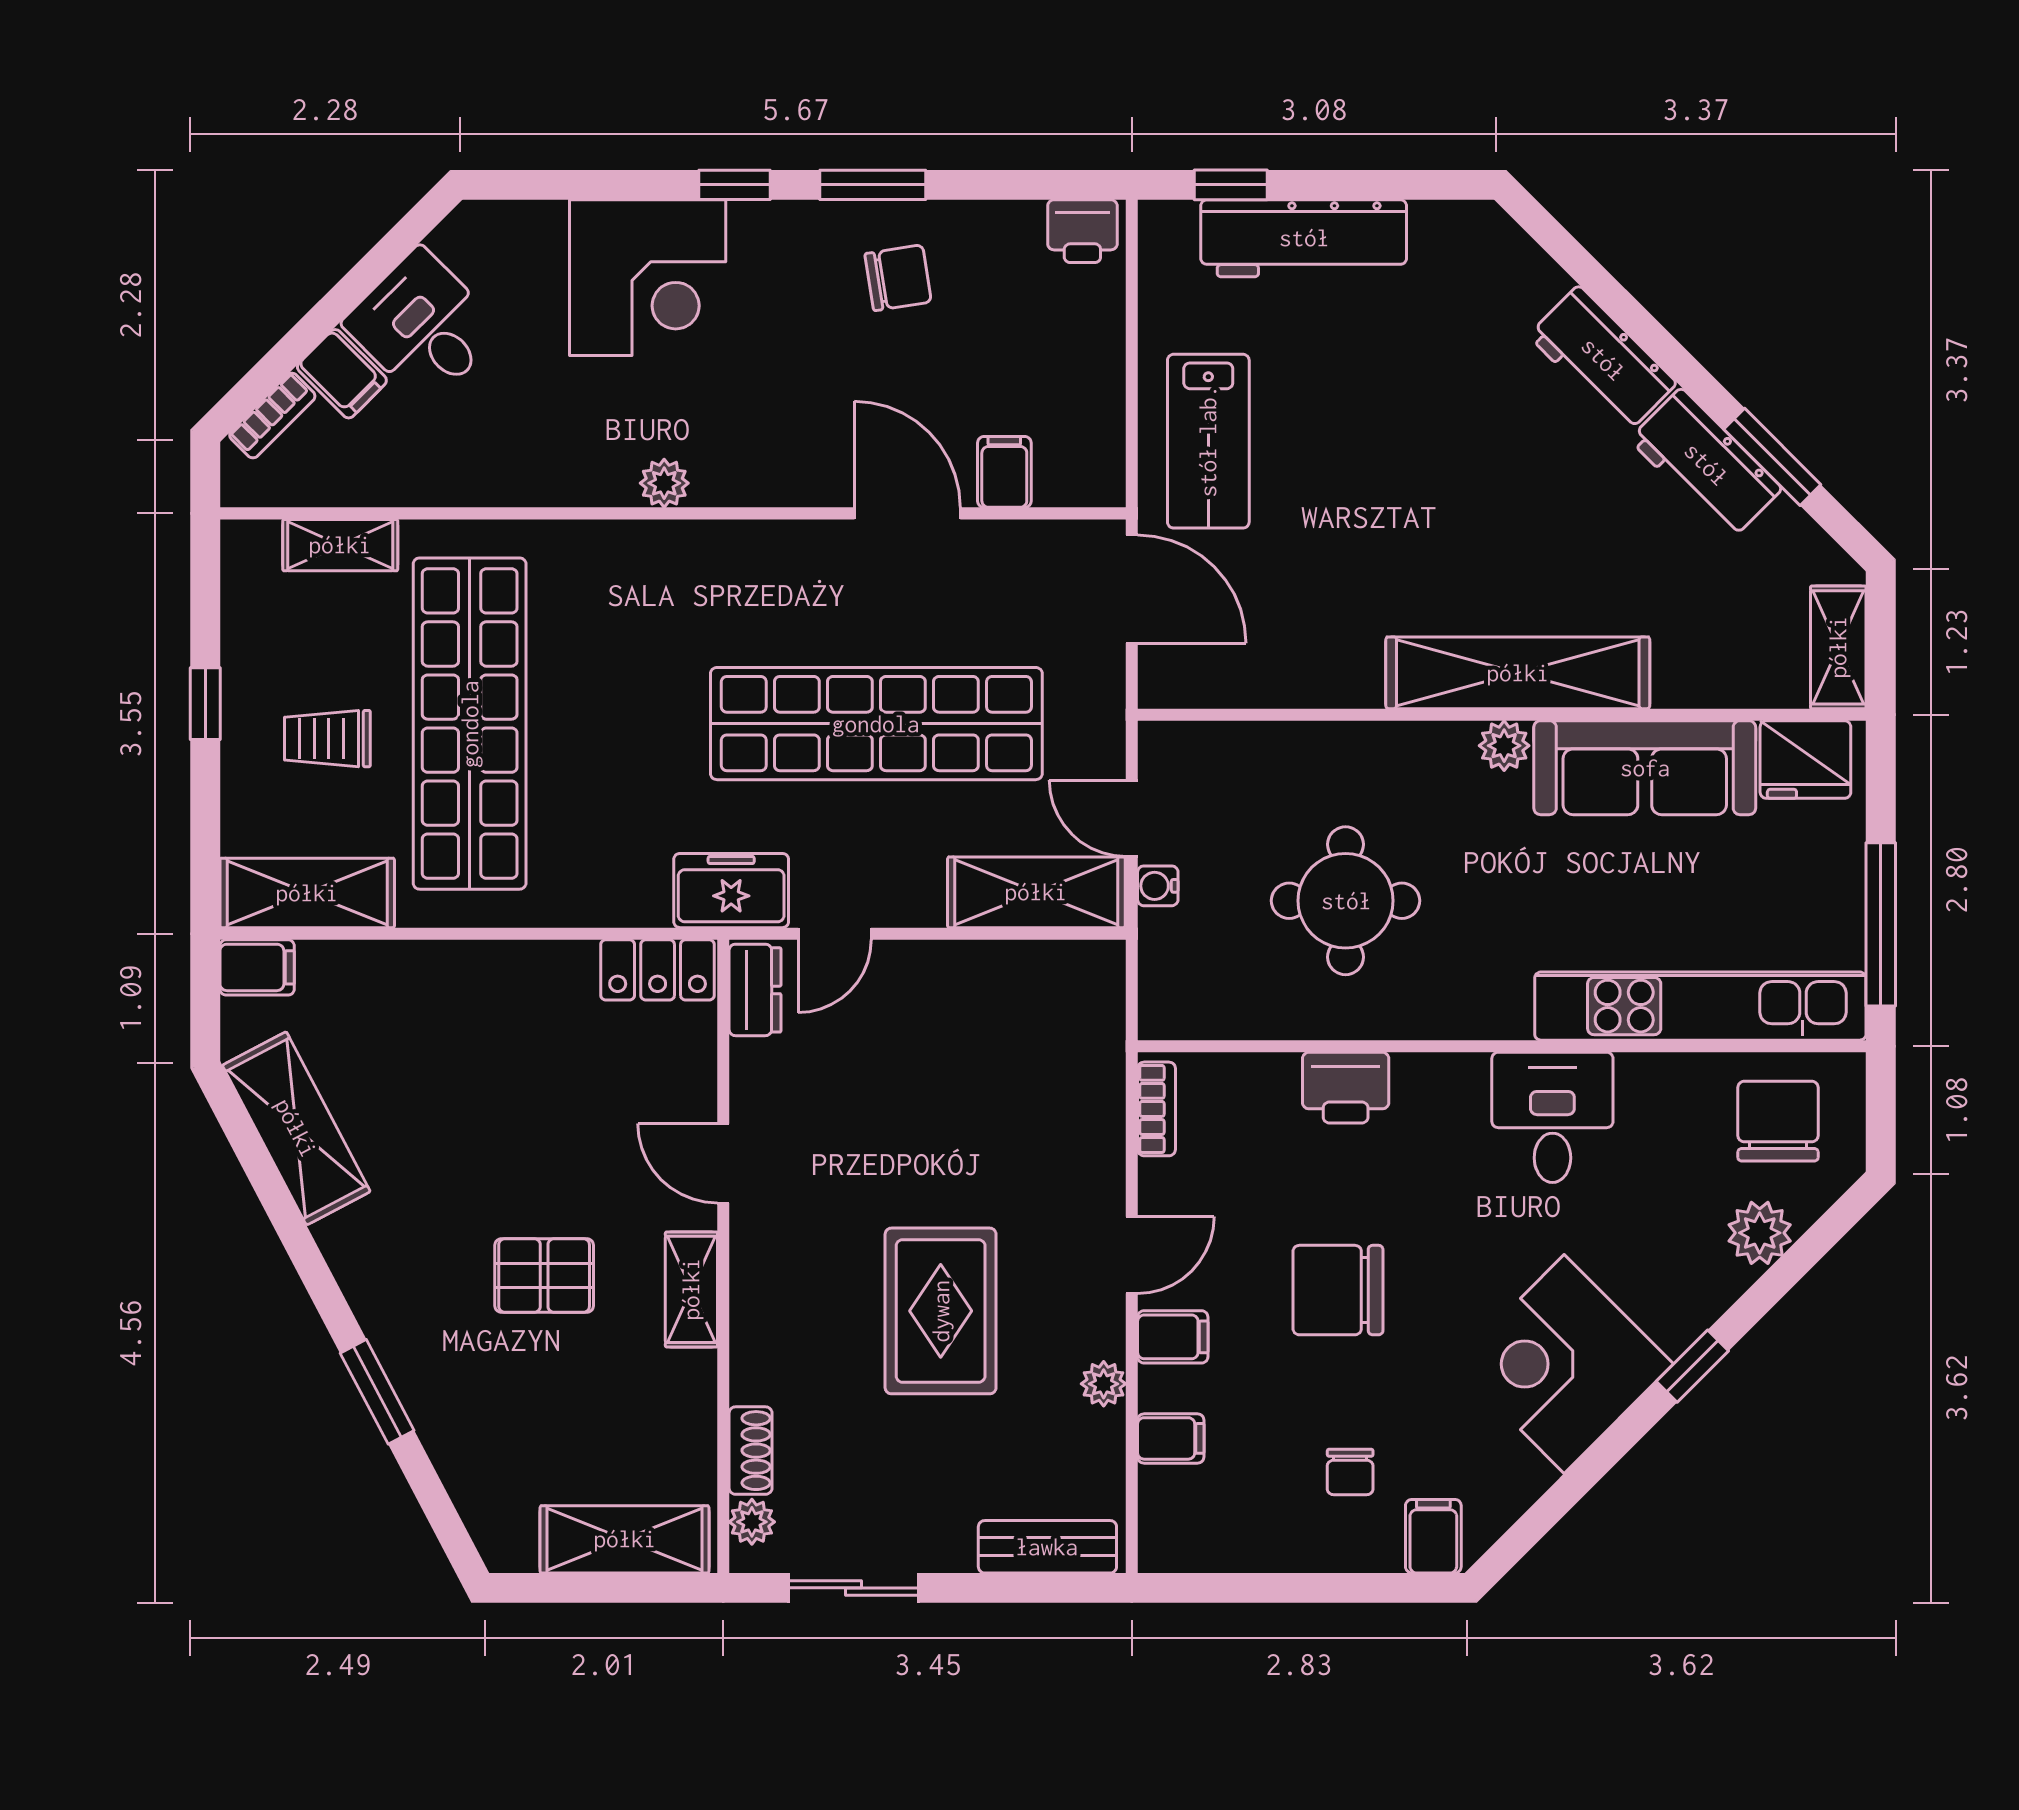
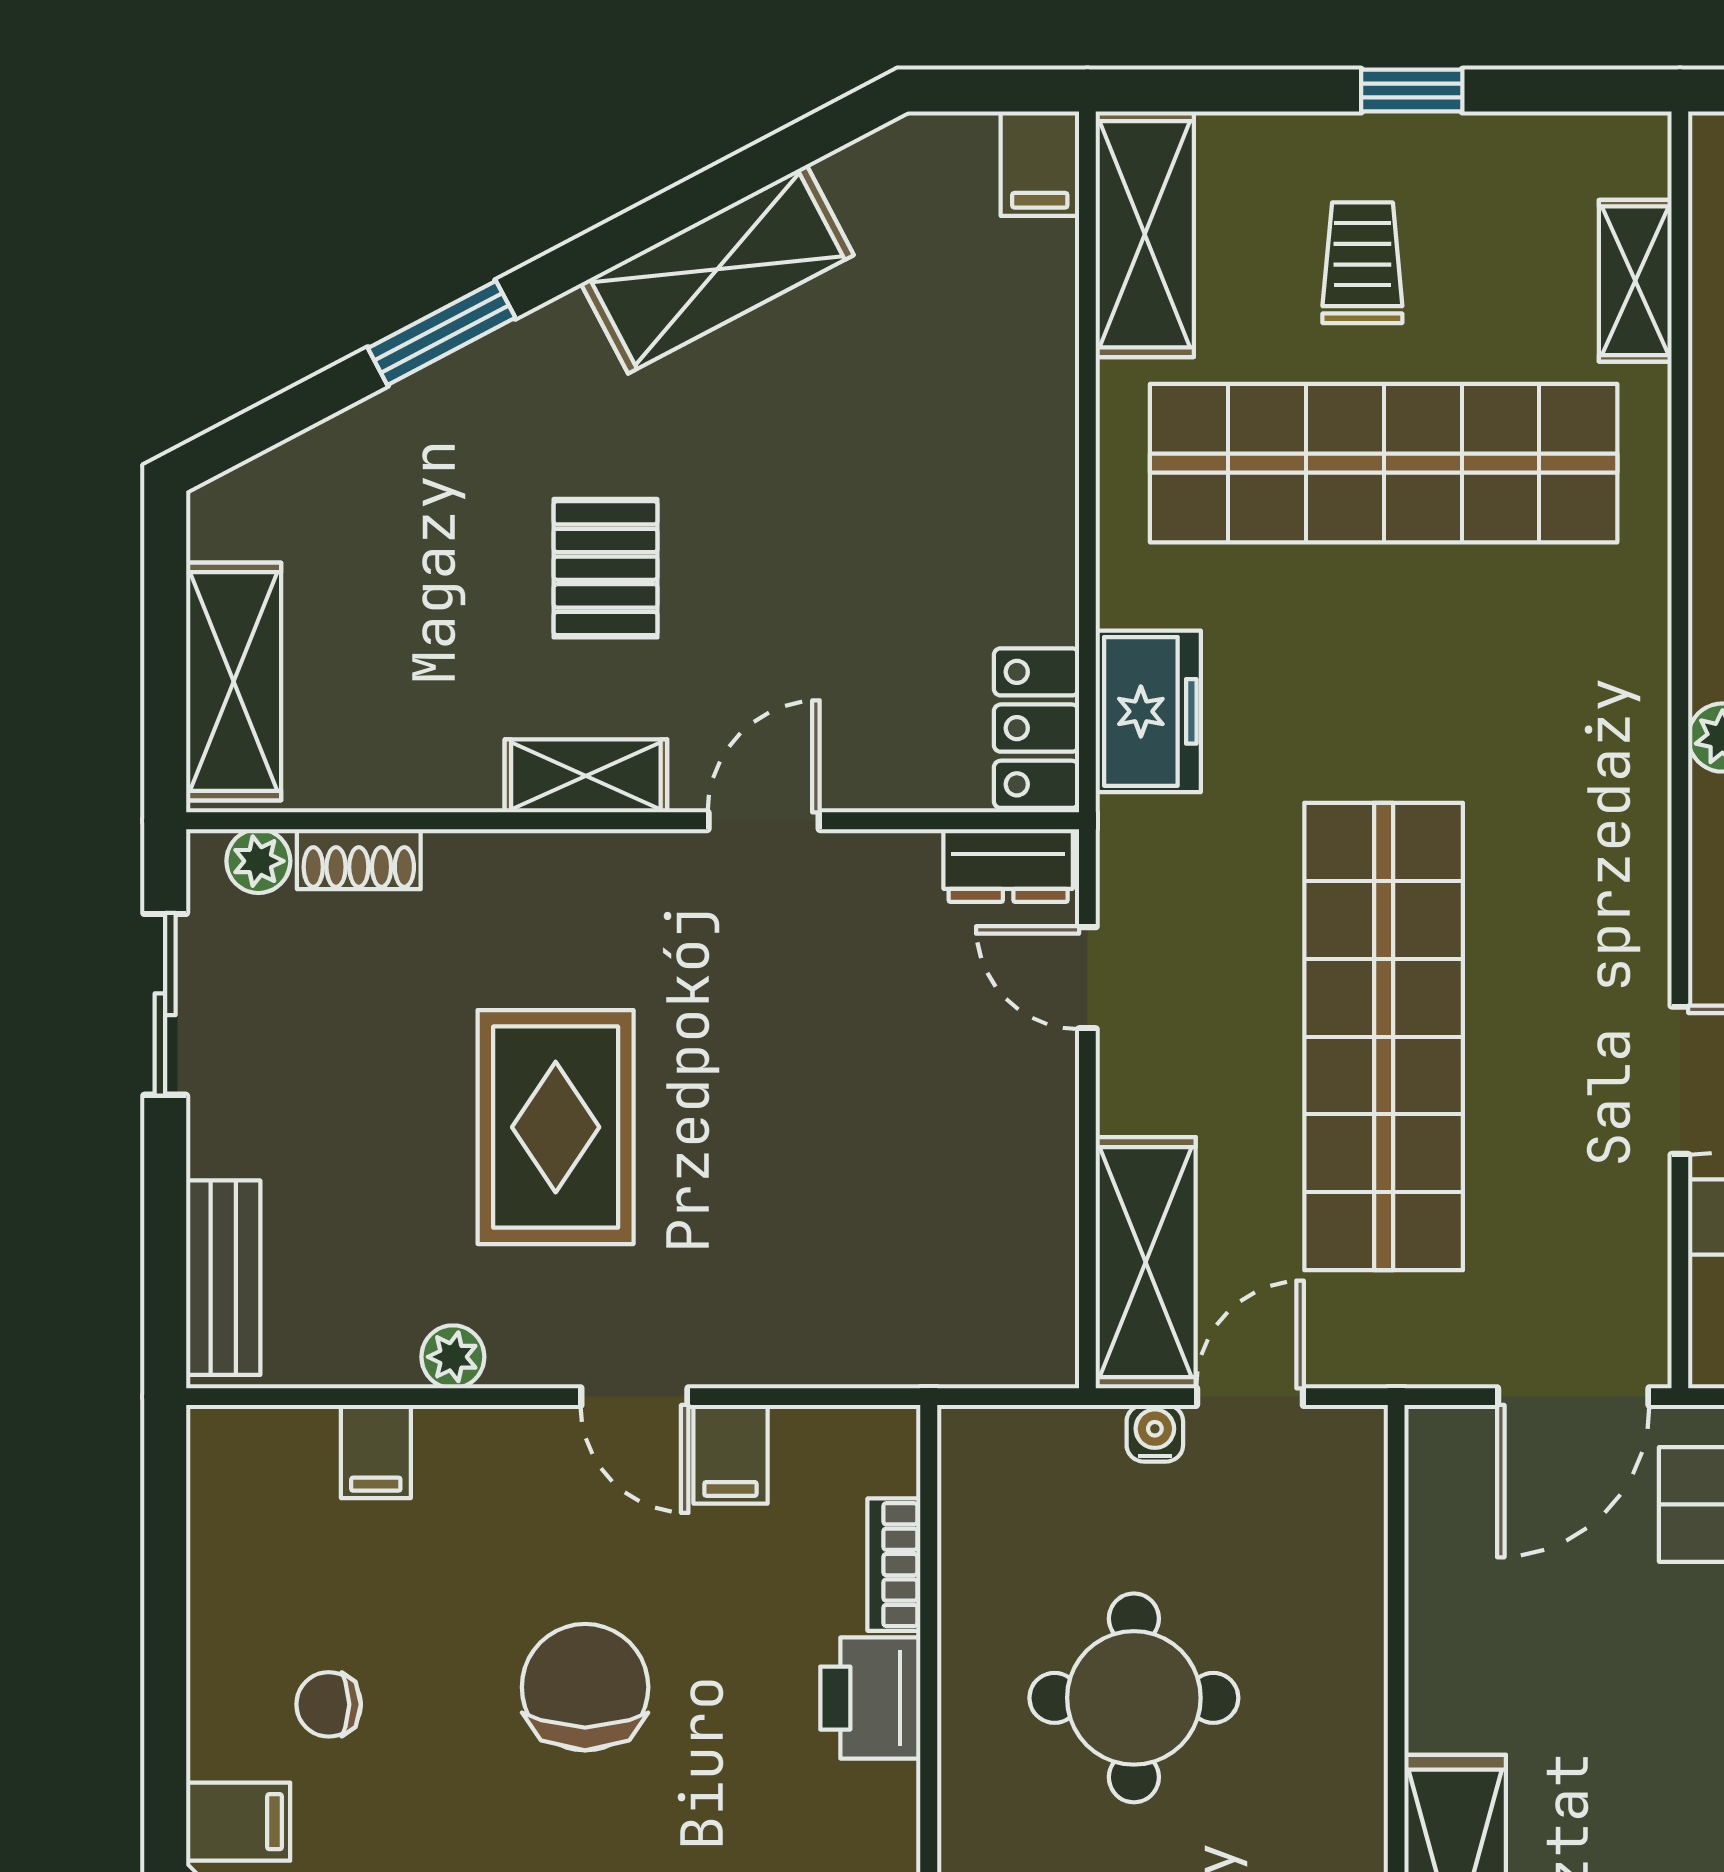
freezer: (731, 891) -> (1148, 711), moved
bookcase: (1156, 1109) -> (894, 1565), moved, turned 90
shelving: (296, 1128) -> (717, 269), moved
rug: (941, 1311) -> (556, 1127), turned 90
filing cabinet: (1173, 1337) -> (730, 1454), moved

